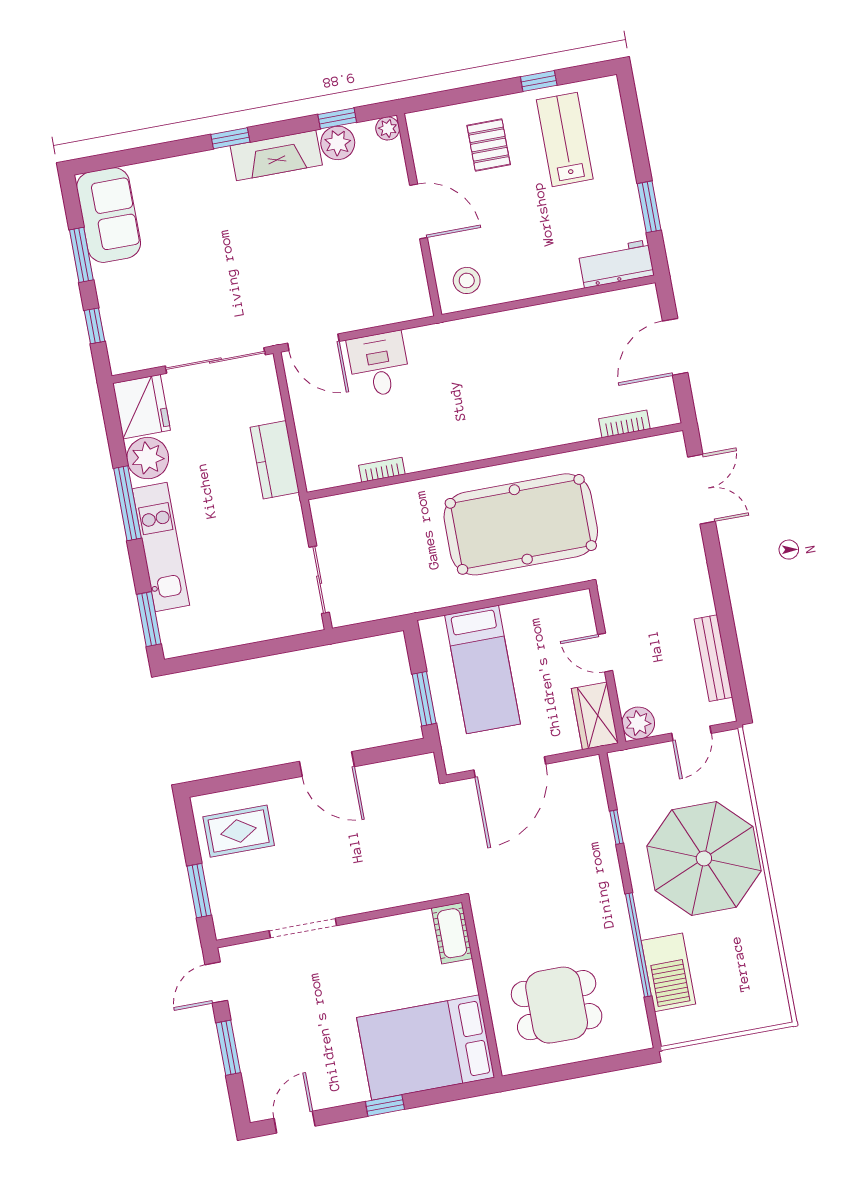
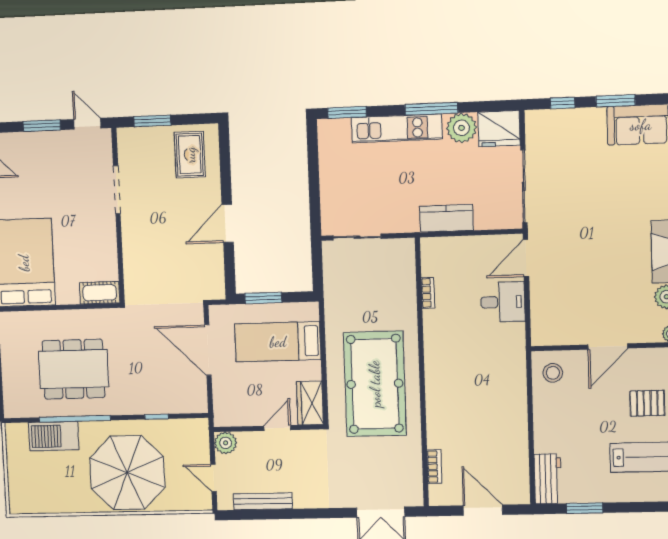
wardrobe: (595, 716) -> (310, 403), moved, turned -90
dining table: (557, 1005) -> (73, 369), moved, width x1.38

